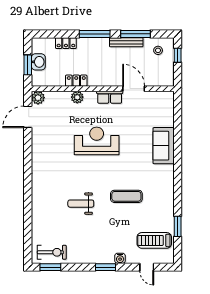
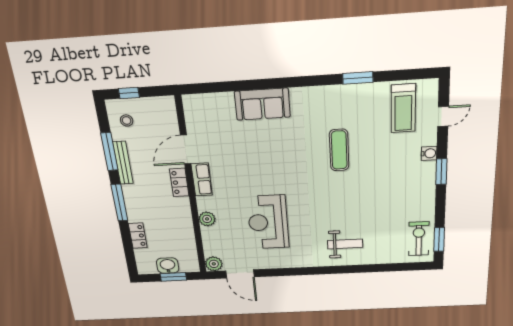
locker: (76, 81) -> (179, 182), moved
reception desk: (97, 141) -> (268, 222), moved
weight bench: (81, 204) -> (345, 244), moved, turned -90
window: (178, 226) -> (358, 78), moved

